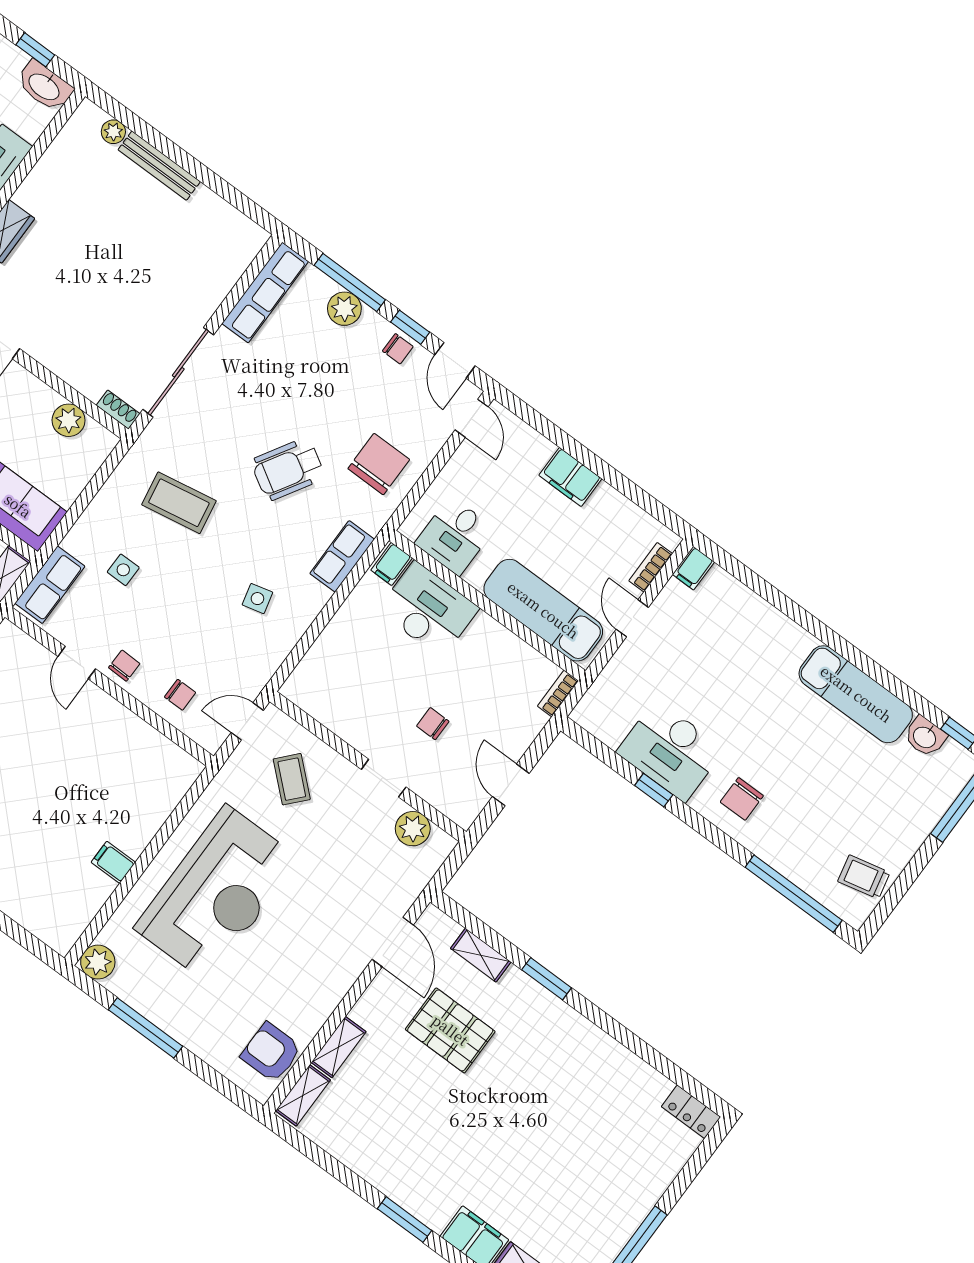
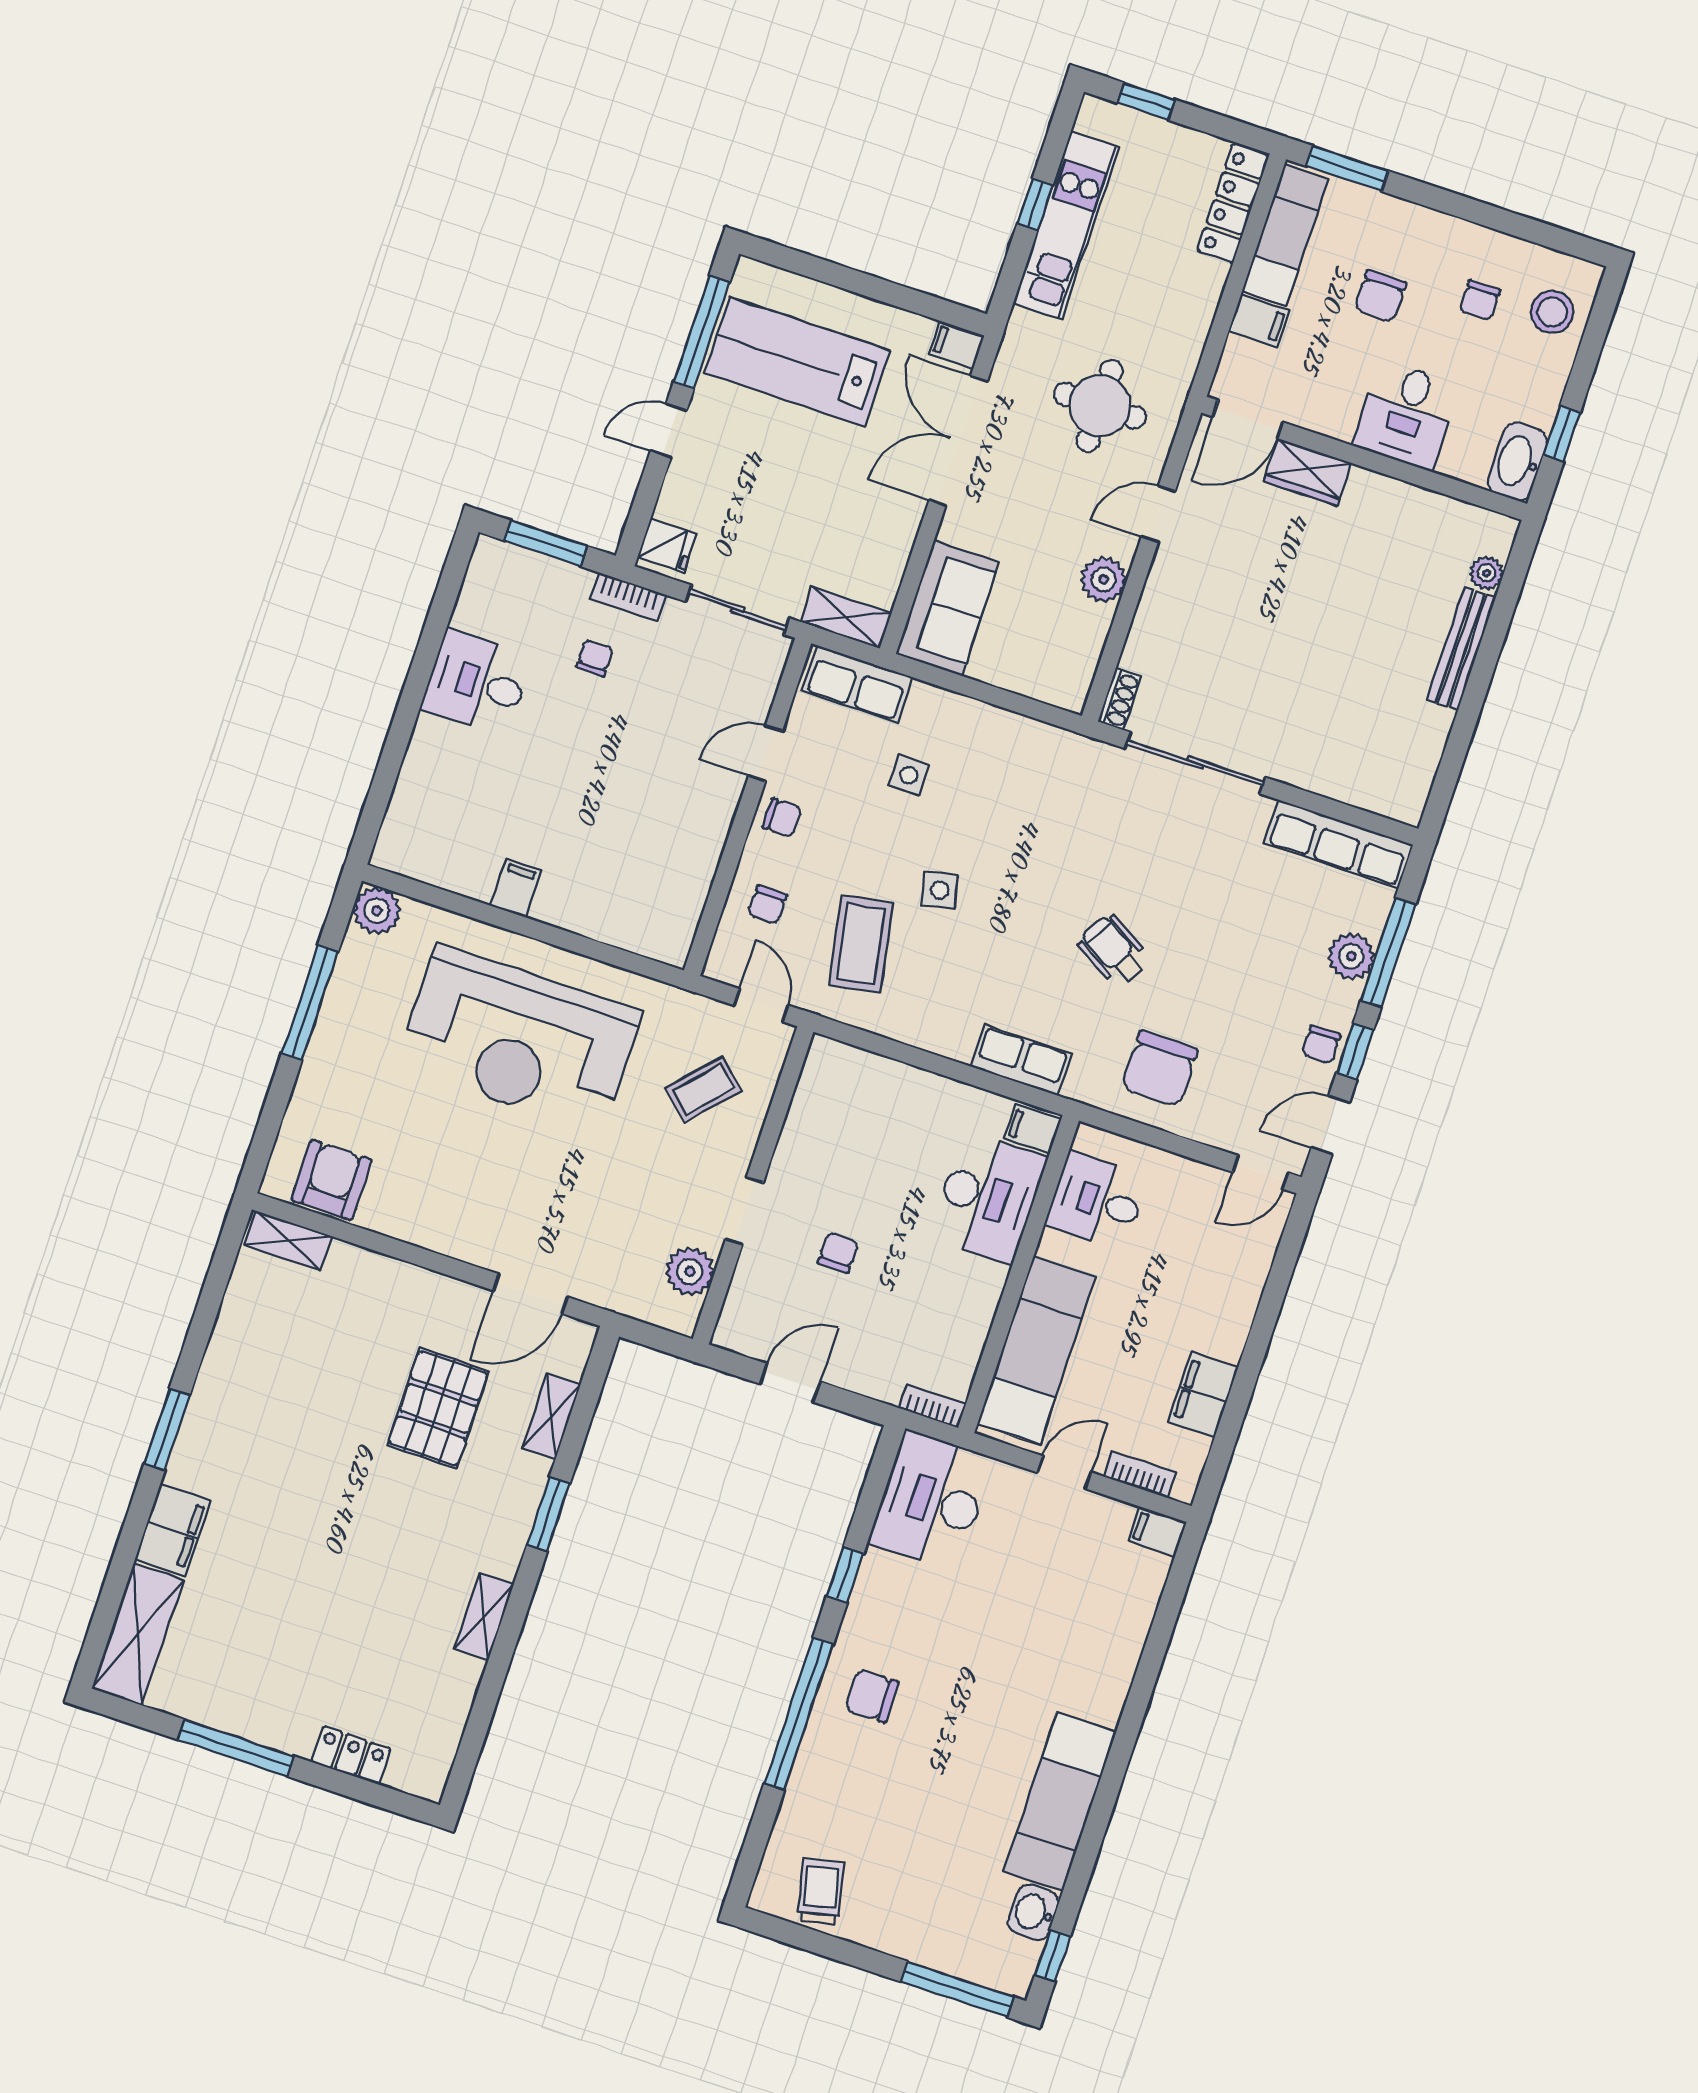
plant: (69, 420) -> (1104, 579), moved
chair: (379, 464) -> (1160, 1069), turned 90
wheelchair: (288, 469) -> (1114, 950), width x0.73, depth x0.73
filing cabinet: (570, 477) -> (1203, 1394), moved
coffee table: (179, 503) -> (861, 944), moved
side table: (257, 599) -> (940, 890), moved
desk: (670, 751) -> (931, 1501), moved
window: (794, 894) -> (799, 1714), moved
shelving: (339, 1047) -> (484, 1617), moved, turned 90
locker: (691, 1112) -> (351, 1755), moved, turned 90

